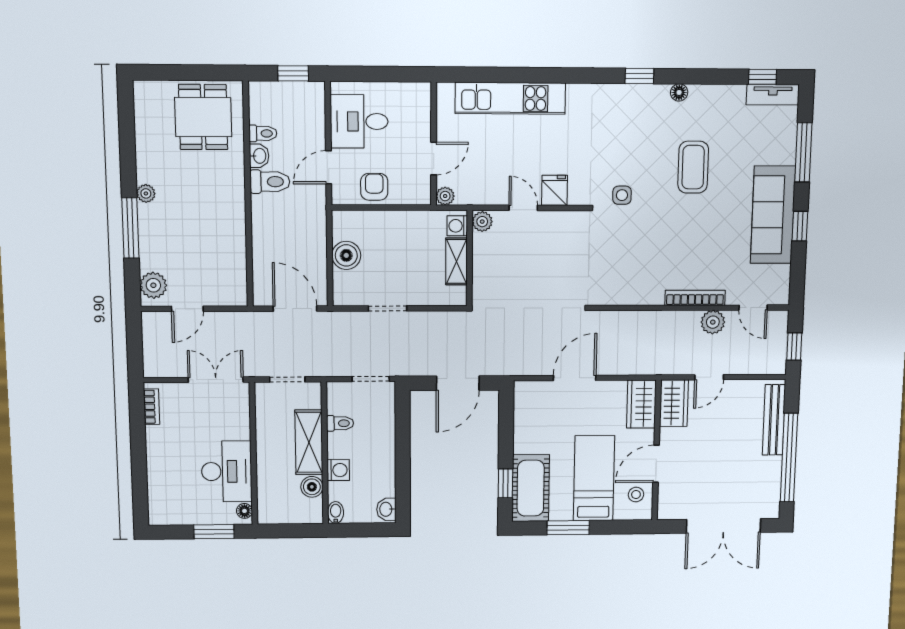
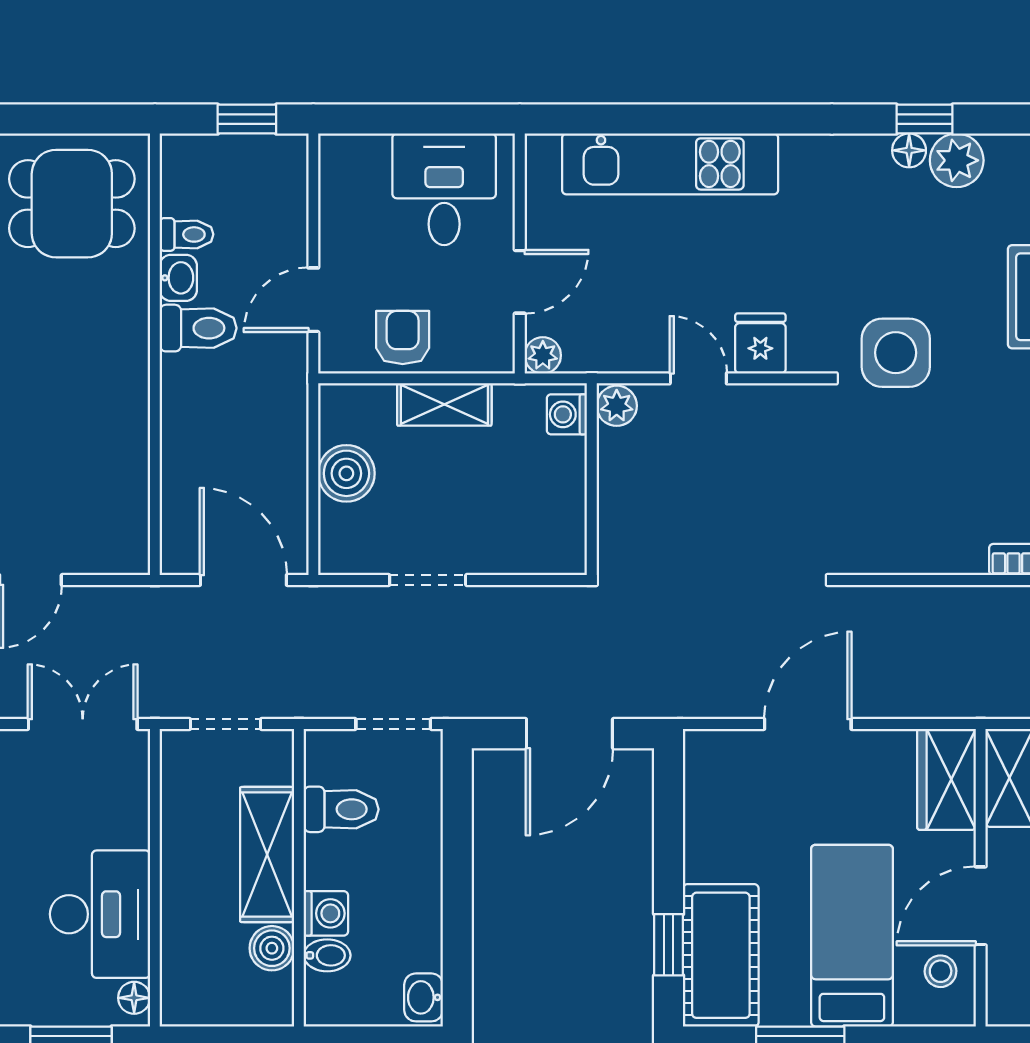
floor lamp: (679, 92) -> (909, 150), moved
plant: (655, 97) -> (957, 160), added
dining table: (203, 117) -> (72, 204), turned 90
desk: (359, 121) -> (444, 189), moved, turned 90
side table: (622, 195) -> (896, 353), width x1.87, depth x1.87
shelving: (456, 261) -> (444, 404), moved, turned 90
toilet: (340, 423) -> (341, 809), width x1.37, depth x1.39
bidet: (336, 512) -> (327, 955), moved, turned 90

